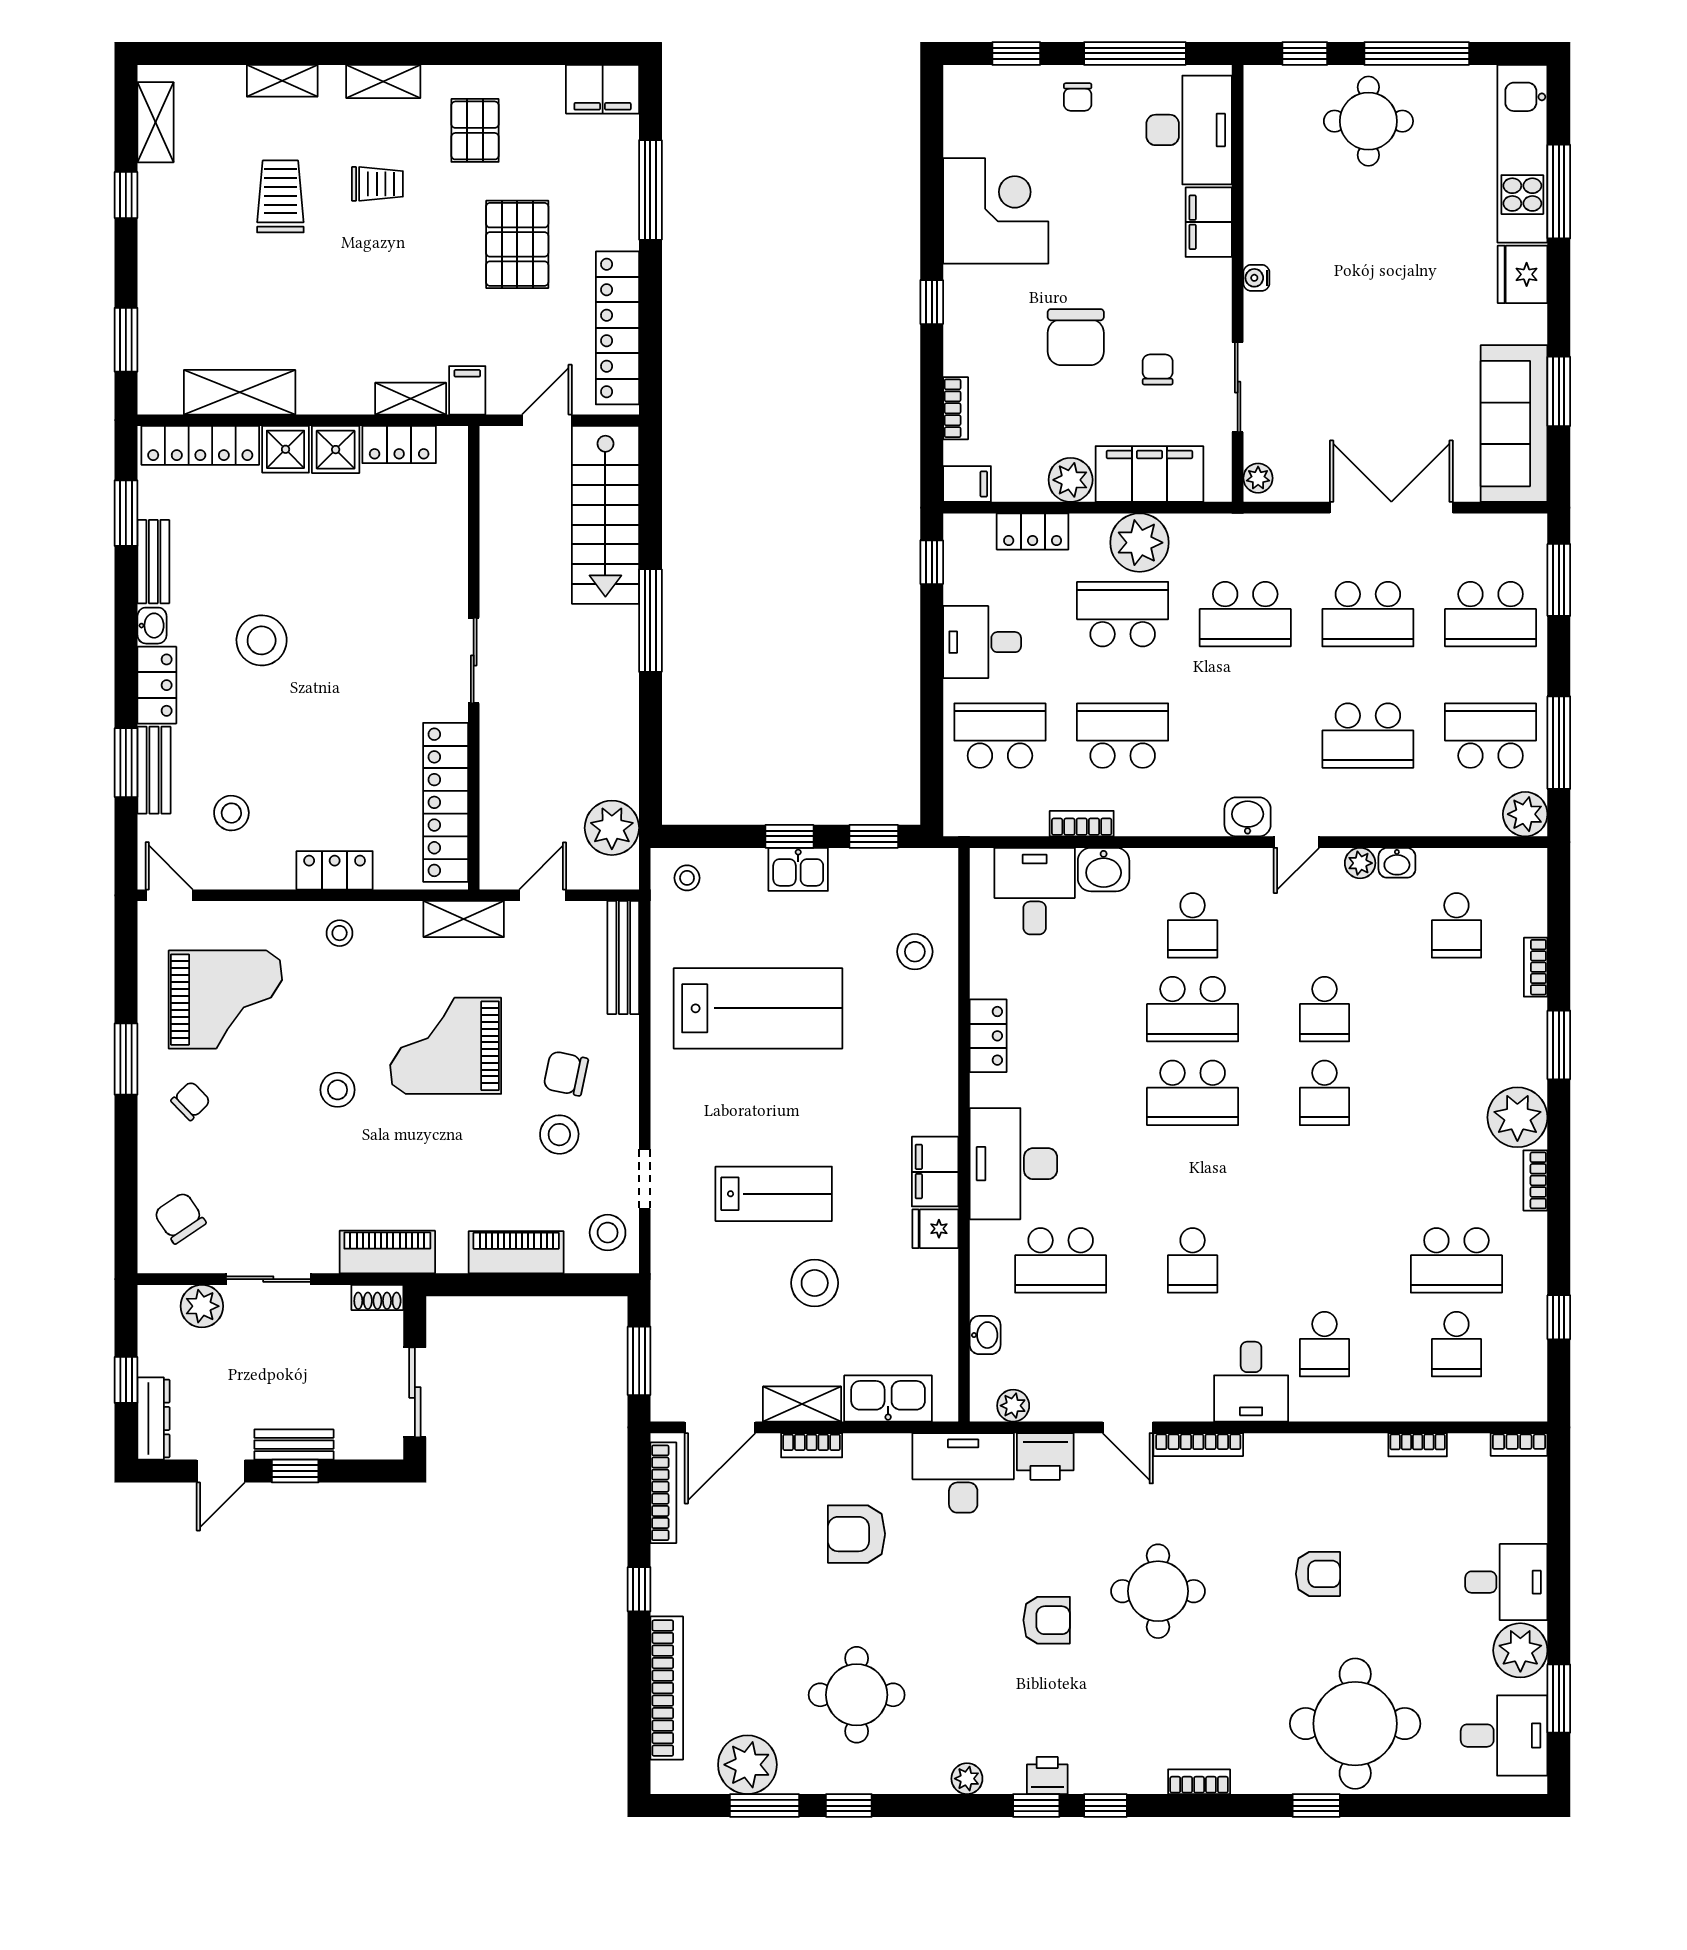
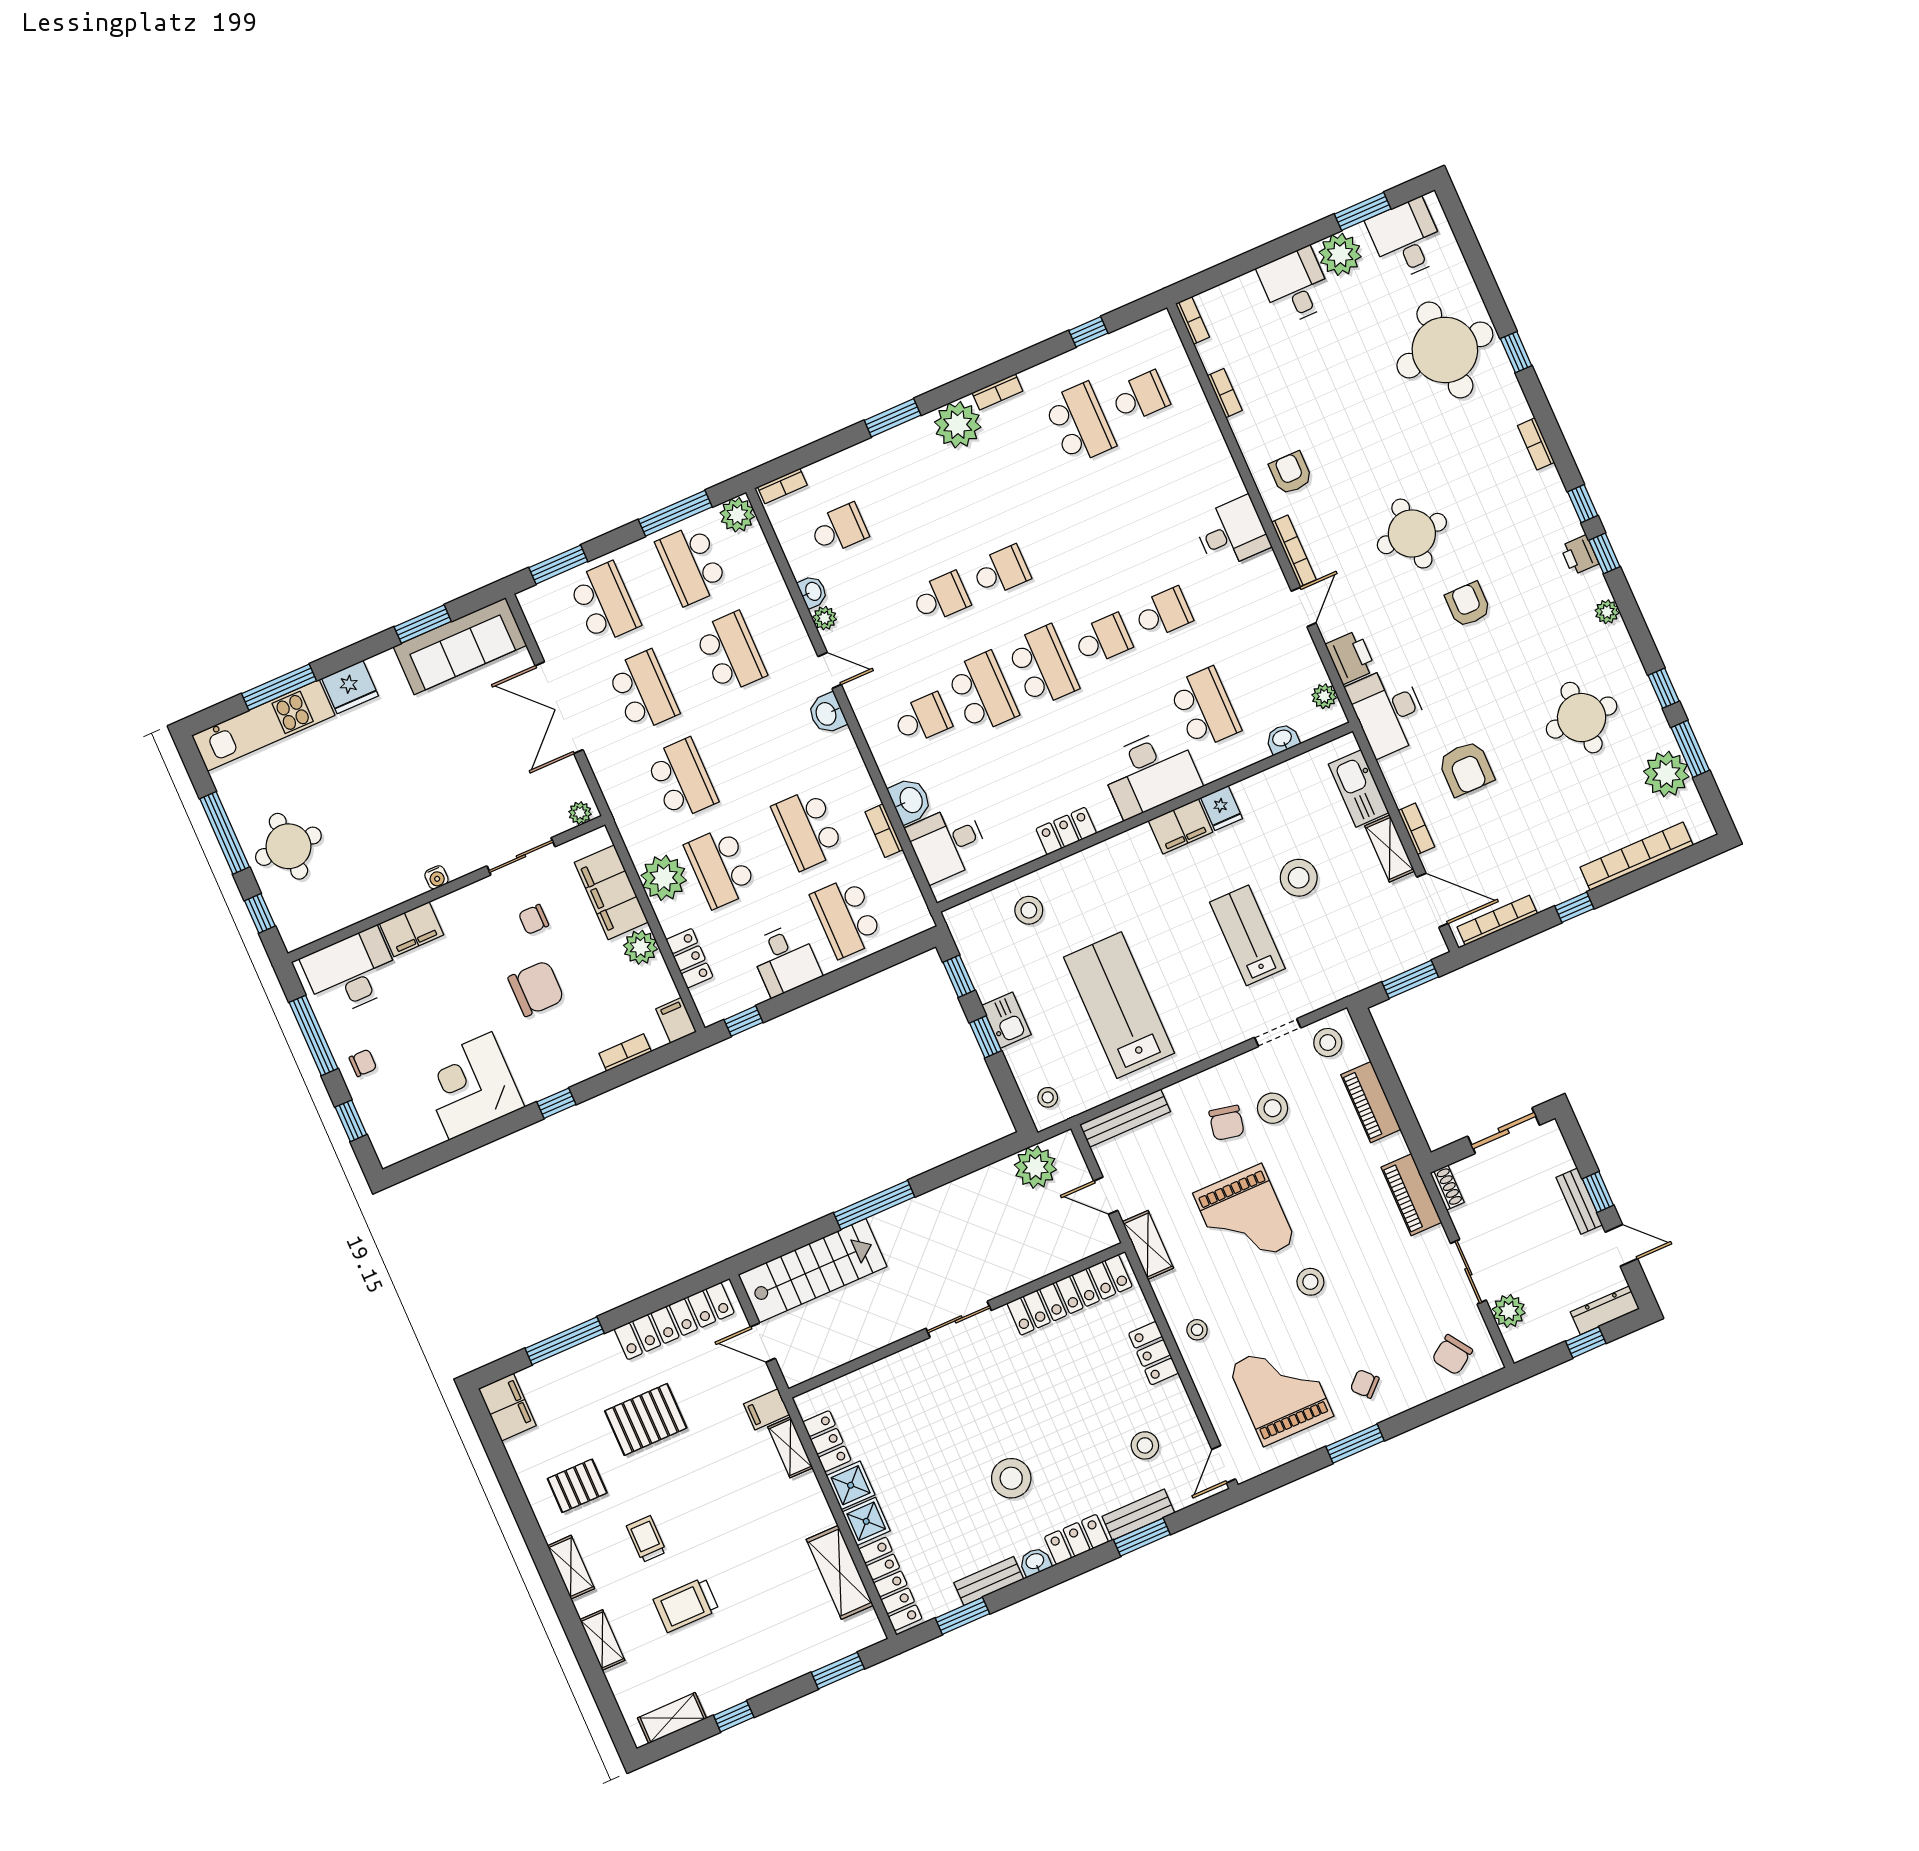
bookcase: (1536, 967) -> (782, 486), moved
school desk: (1325, 1344) -> (1103, 640), moved
armchair: (1318, 1574) -> (1291, 473), moved

